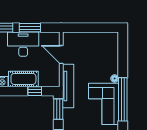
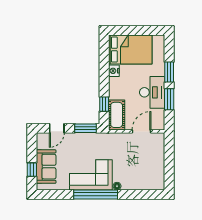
cot: (23, 79) -> (117, 115), moved
tv unit: (68, 86) -> (109, 138), removed

